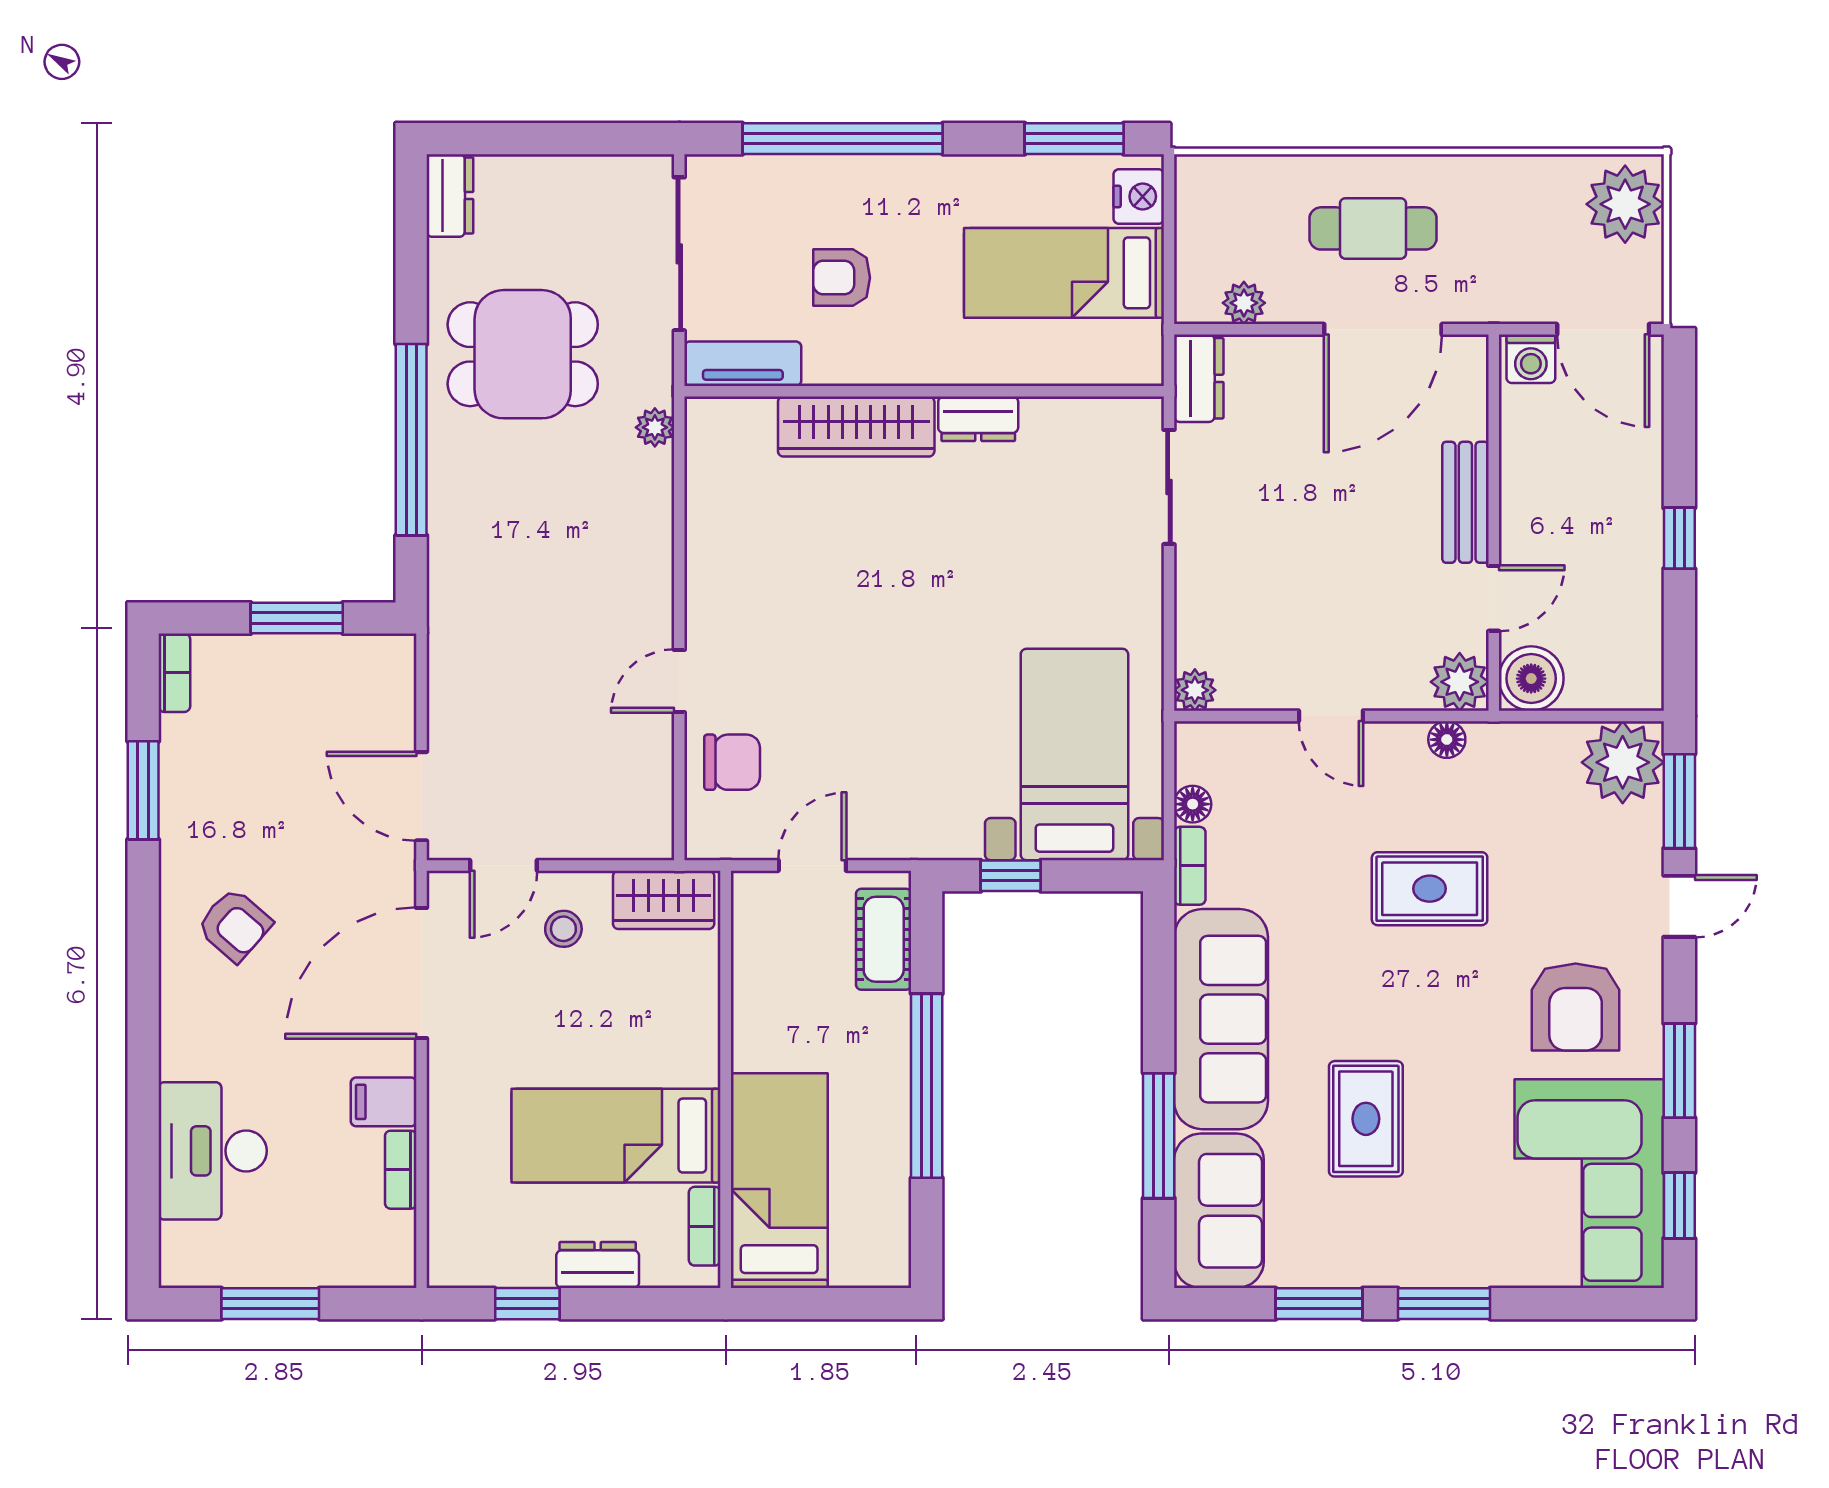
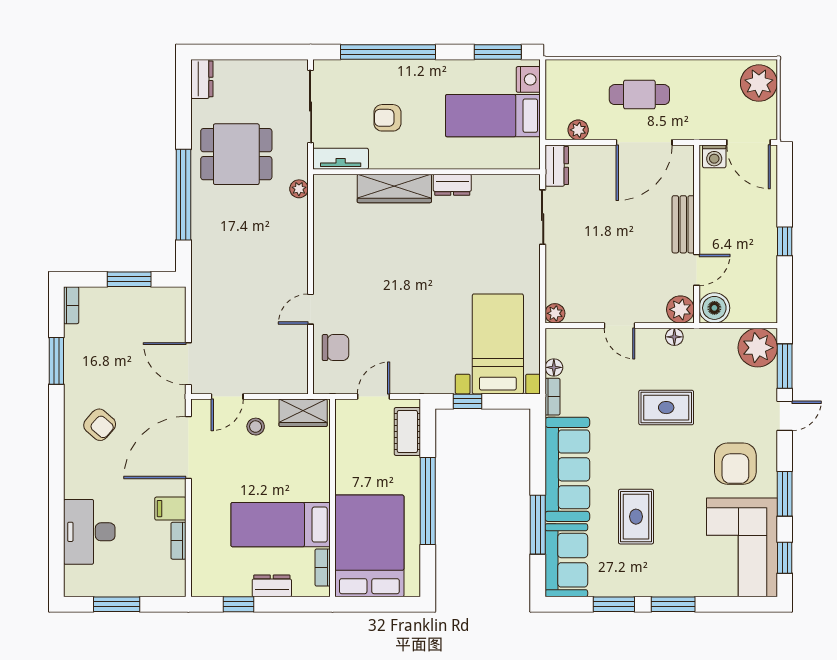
bed: (779, 1181) -> (369, 546), width x1.50

